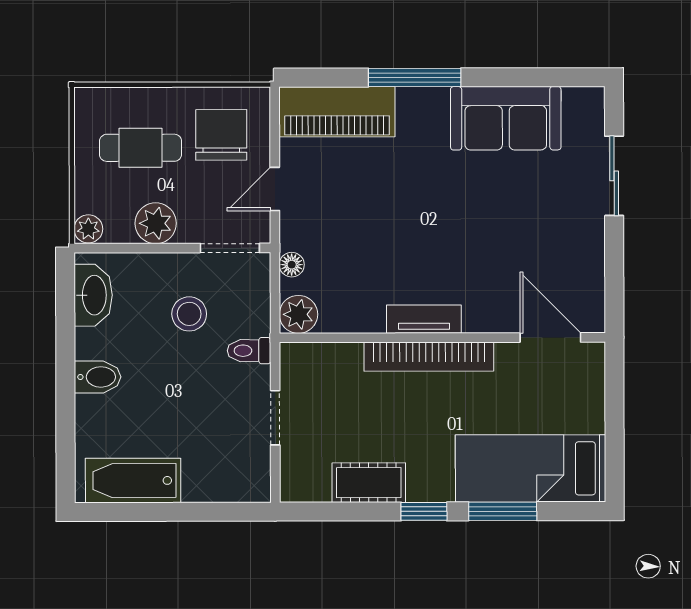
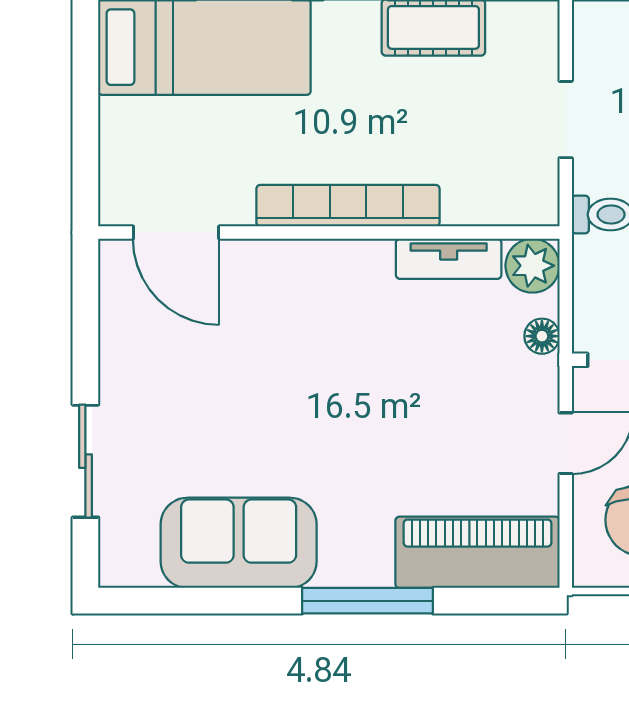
tv unit: (424, 319) -> (449, 259), moved

